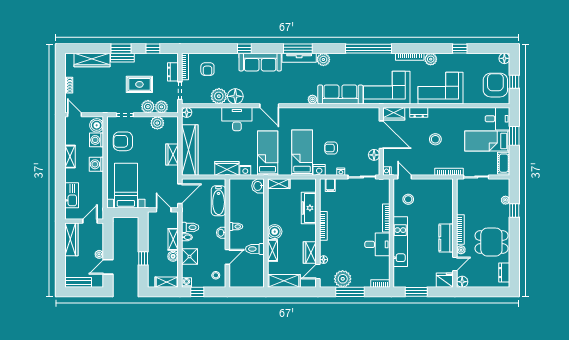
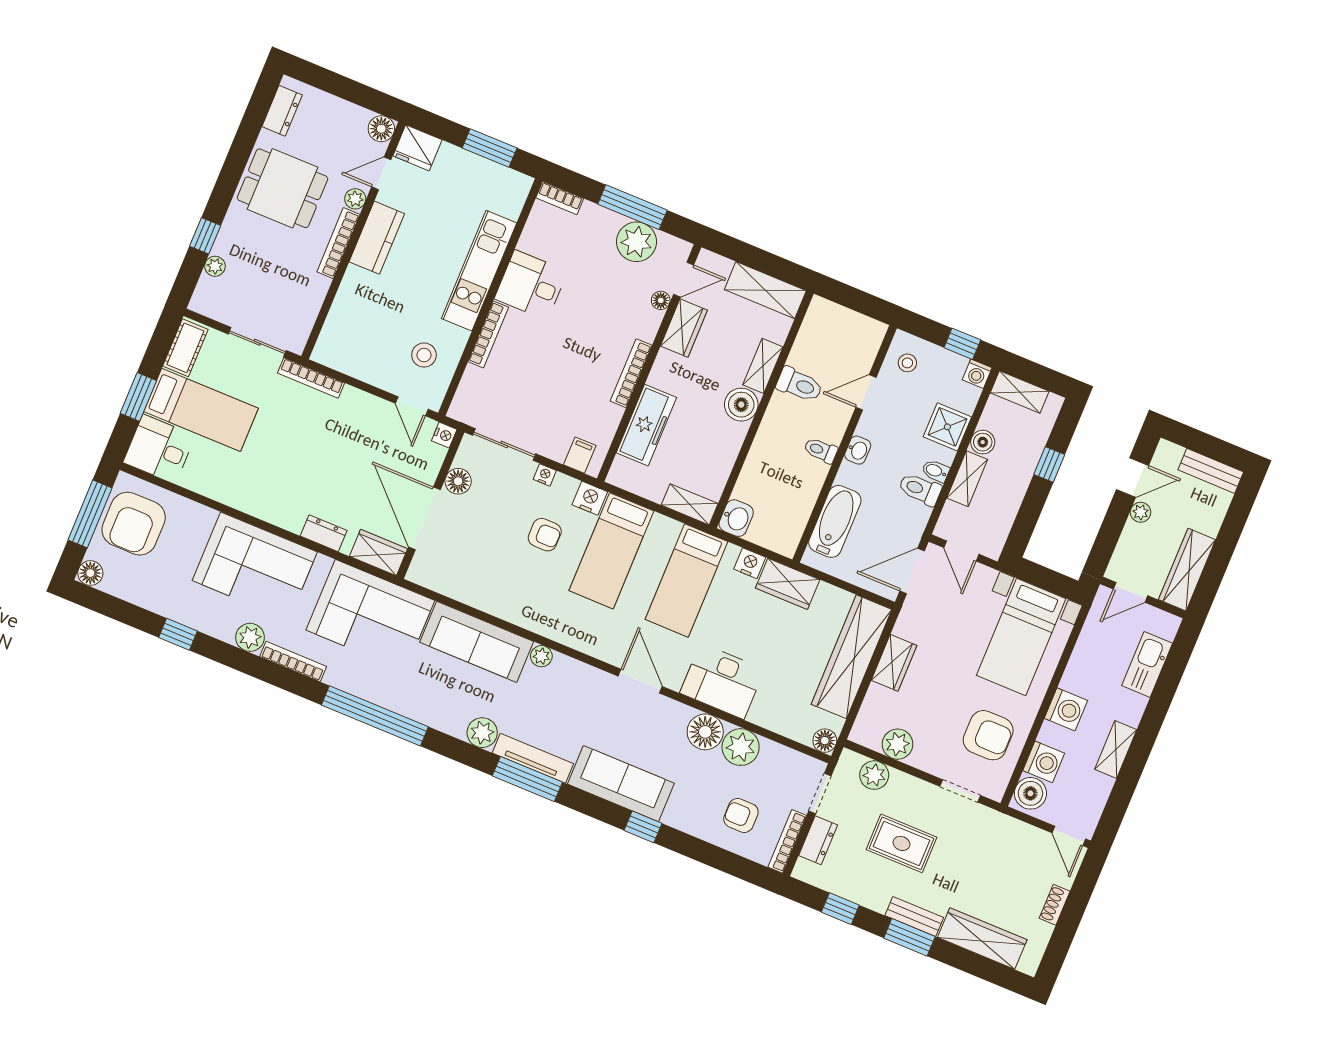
armchair: (207, 69) -> (741, 815), turned -90
window: (514, 82) -> (90, 514), width x2.17
plant: (148, 107) -> (903, 788), removed
stool: (435, 139) -> (312, 460), removed

